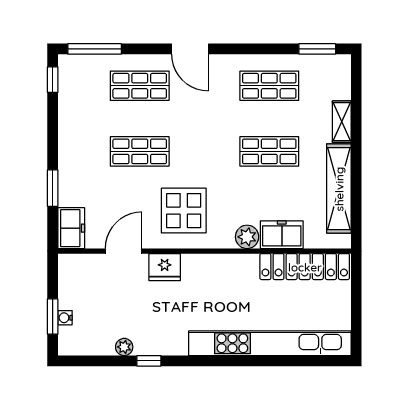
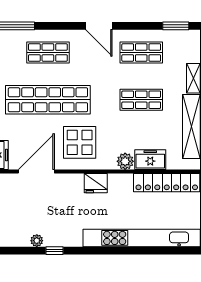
door: (190, 49) -> (99, 26), moved
shop shelf: (140, 151) -> (48, 100), width x2.00, depth x1.36
door: (124, 251) -> (36, 172), width x1.36
fridge: (165, 267) -> (96, 183), moved

